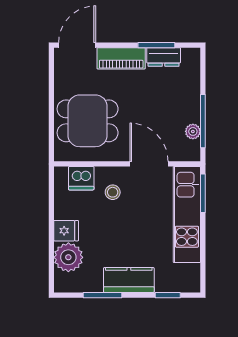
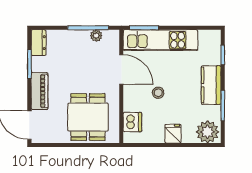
dresser: (164, 57) -> (39, 43), moved
door: (149, 164) -> (121, 70), swing flipped
stool: (113, 192) -> (158, 93), moved
plant: (68, 257) -> (208, 132), moved

